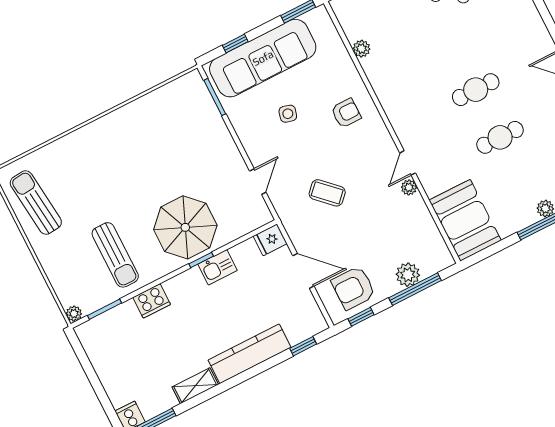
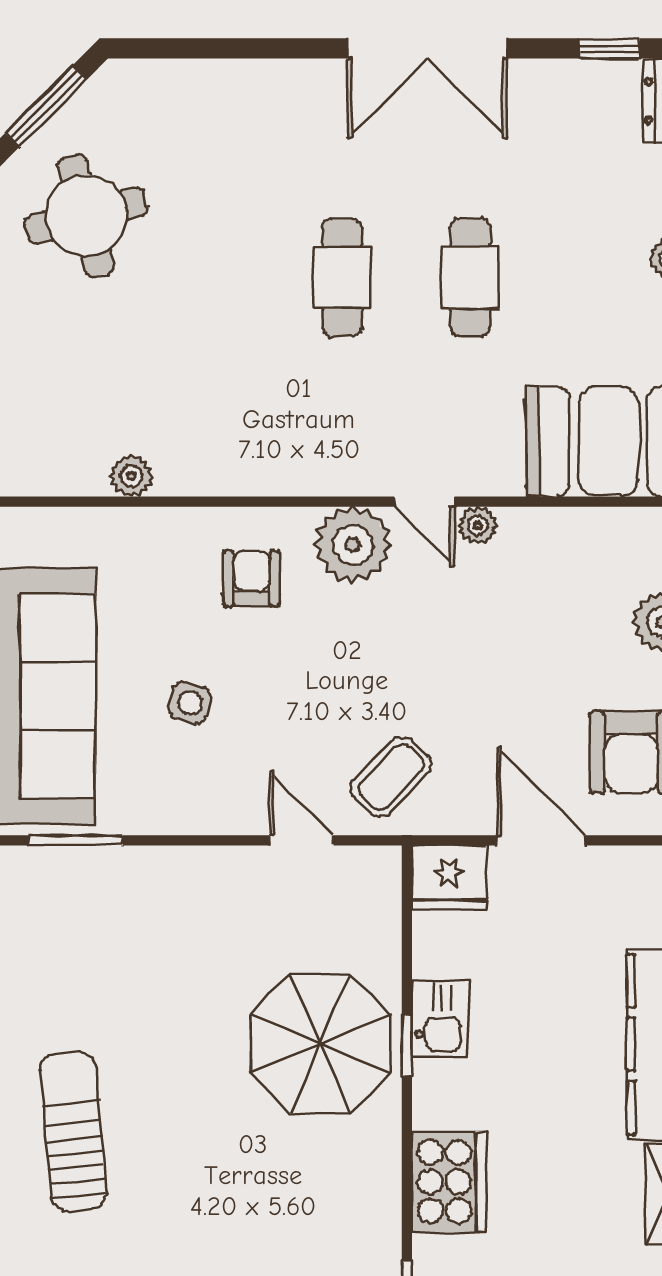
plant: (378, 144) -> (353, 545), added
coffee table: (327, 193) -> (391, 777), moved
fridge: (270, 240) -> (449, 877), width x1.38
sun lounger: (115, 255) -> (73, 1131), moved, turned -95
door: (303, 271) -> (541, 840), hinge flipped
cooker: (152, 301) -> (449, 1182), width x1.37, depth x1.31

